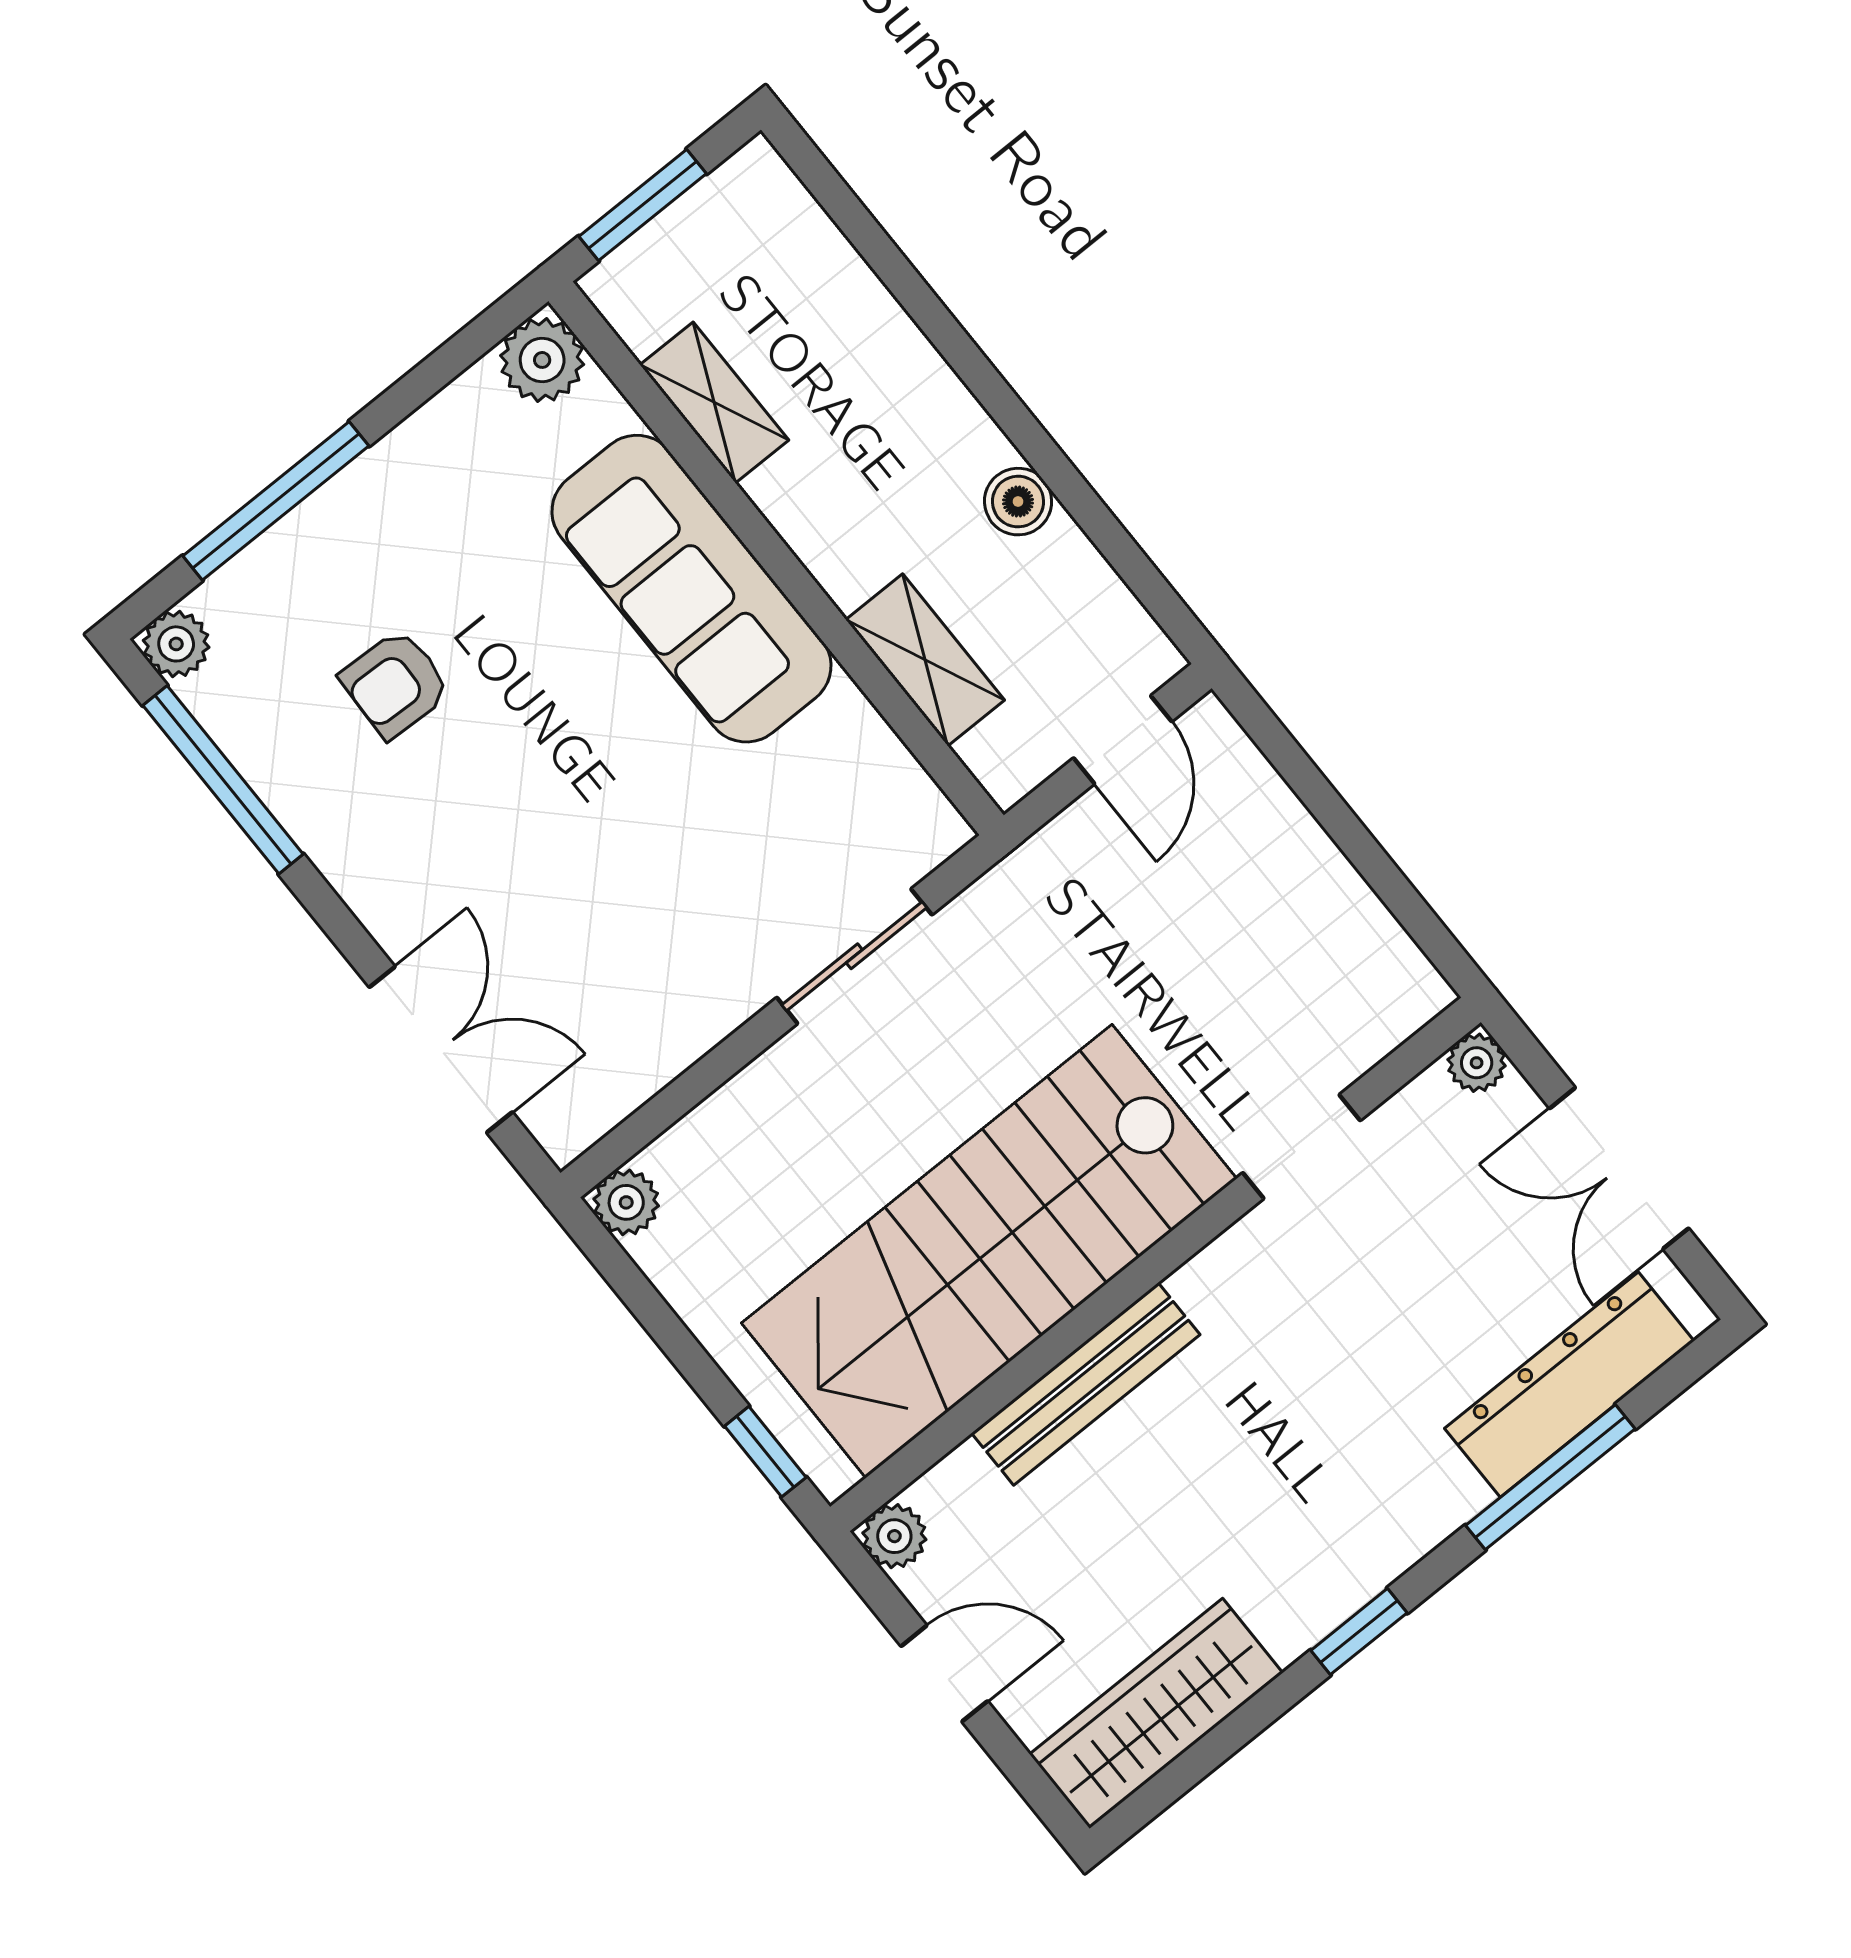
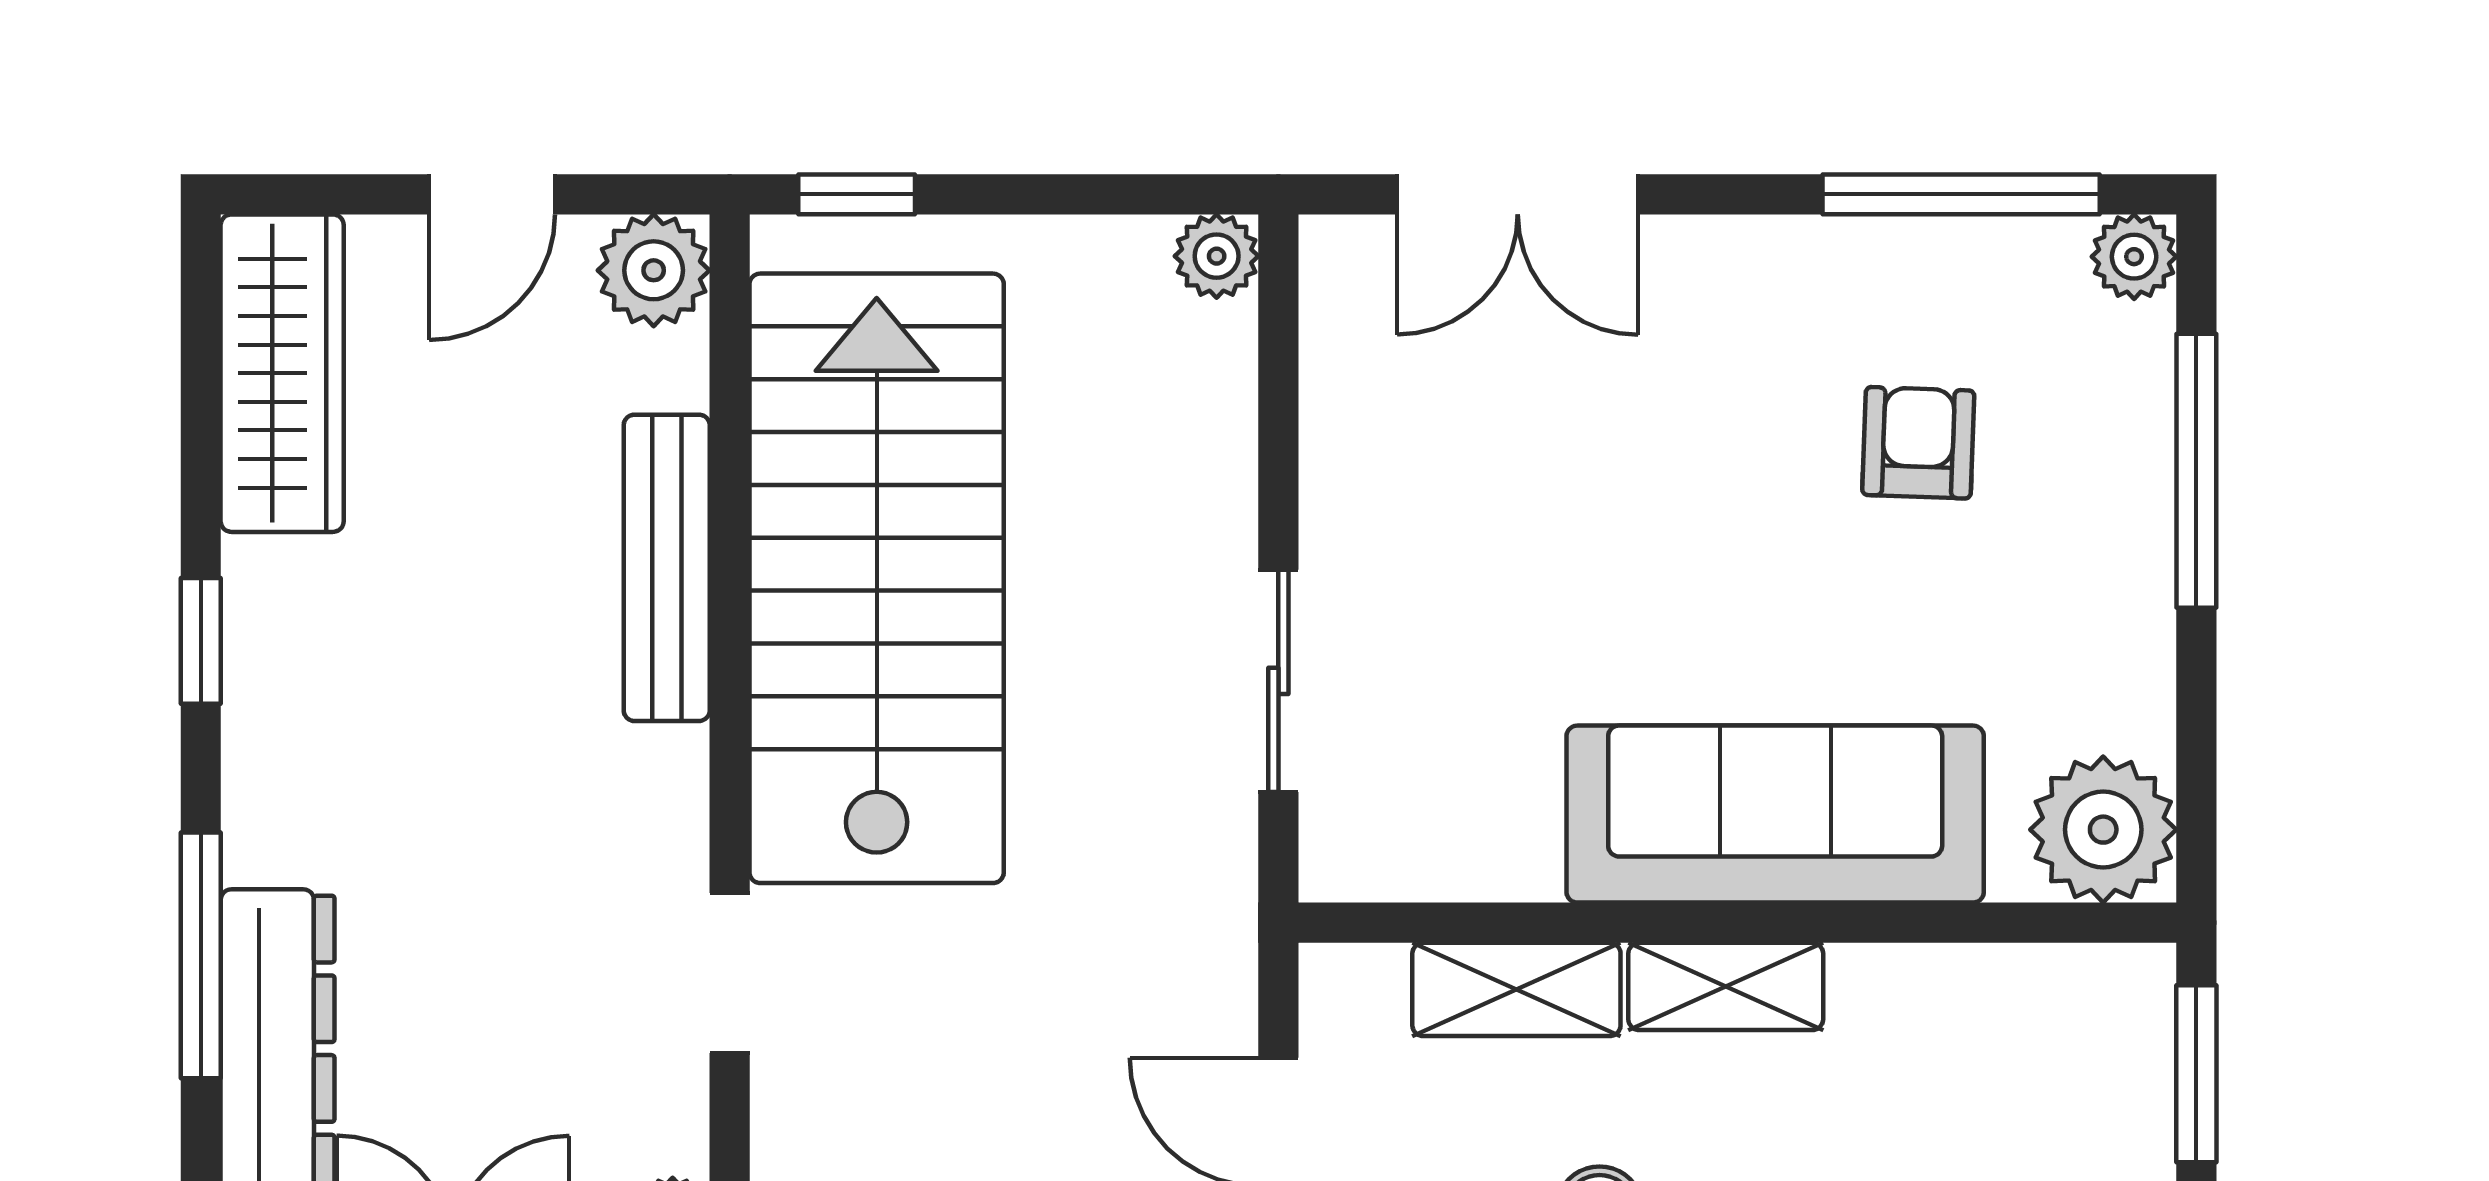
plant: (542, 360) -> (2103, 830), width x1.36, depth x1.36
shelving: (714, 402) -> (1726, 986), moved
plant: (894, 1536) -> (654, 270), width x1.38, depth x1.38

